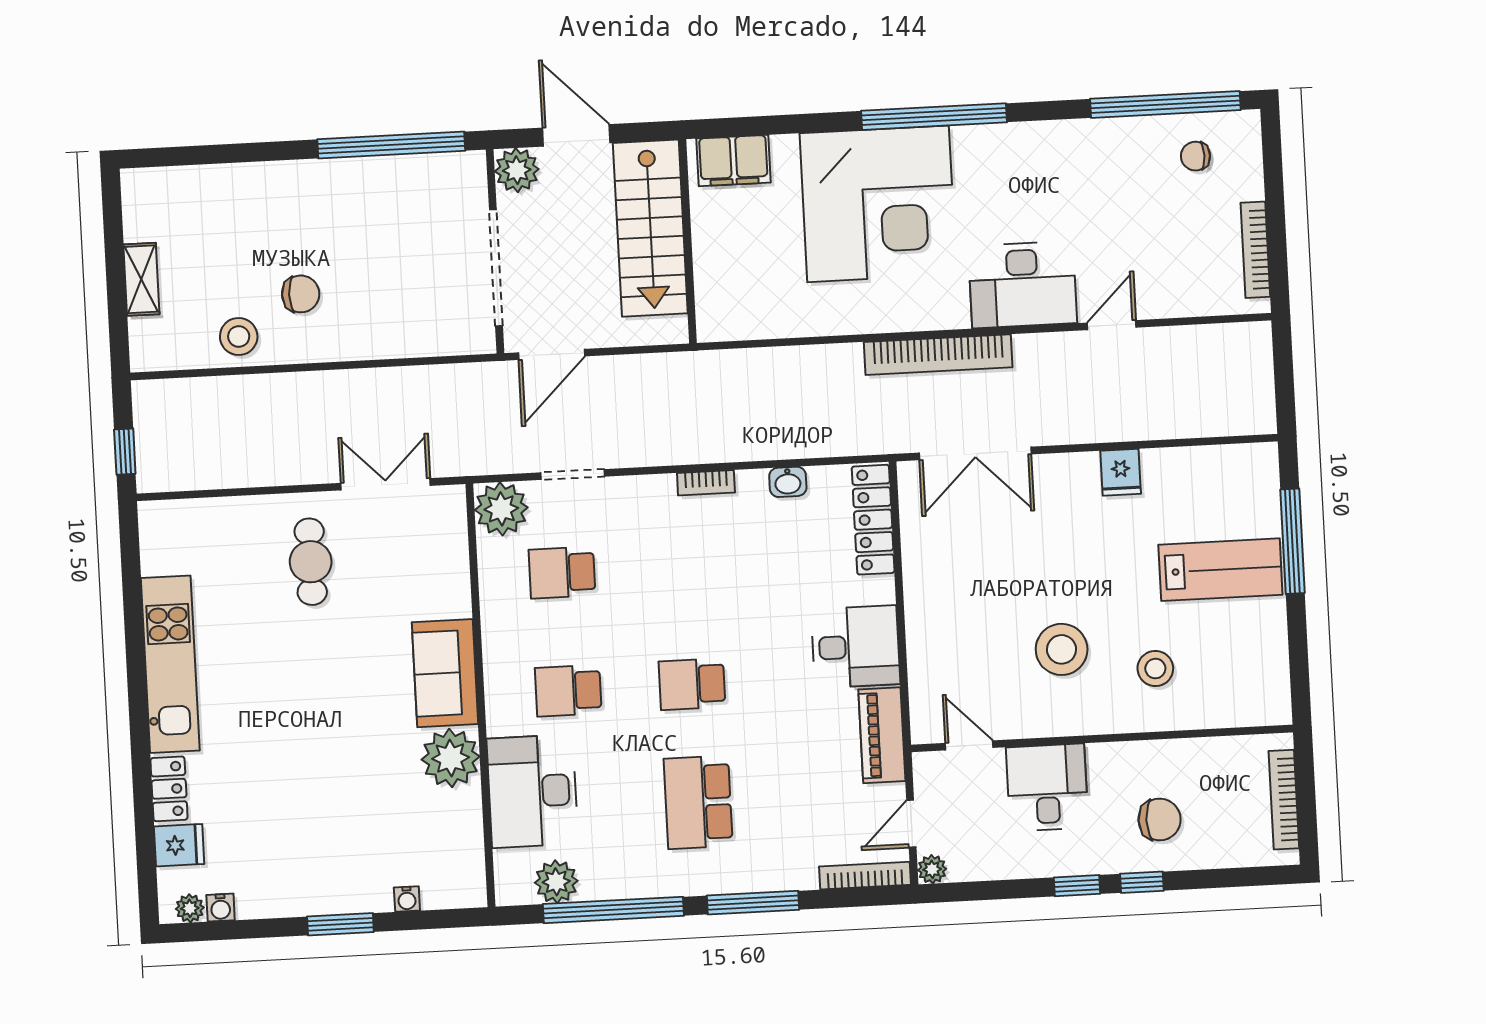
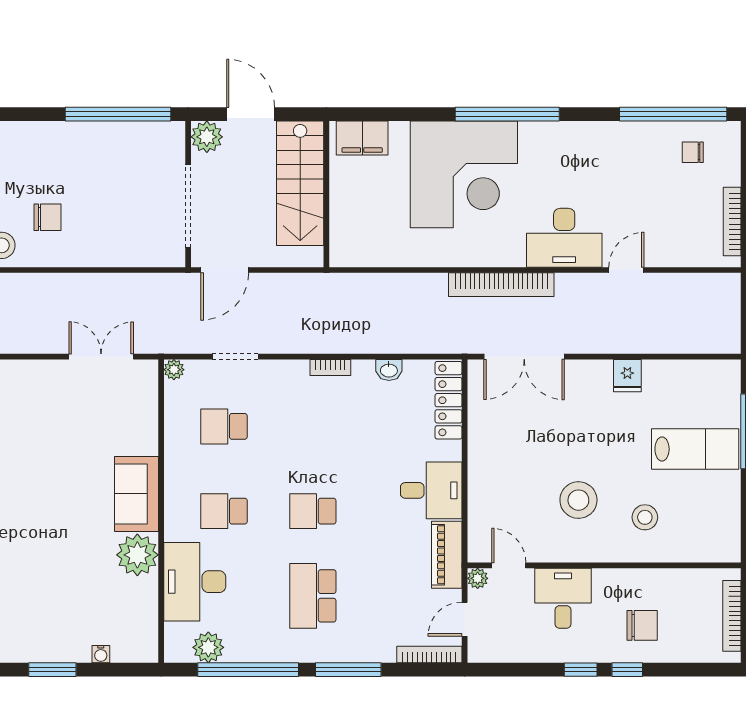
plant: (501, 509) -> (174, 370), width x0.53, depth x0.53
cafe table: (311, 562) -> (45, 409), removed
plant: (932, 869) -> (478, 578), moved

